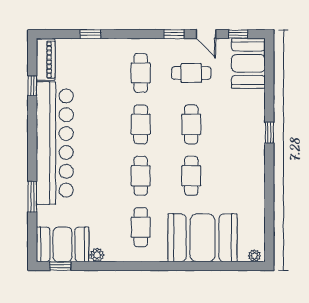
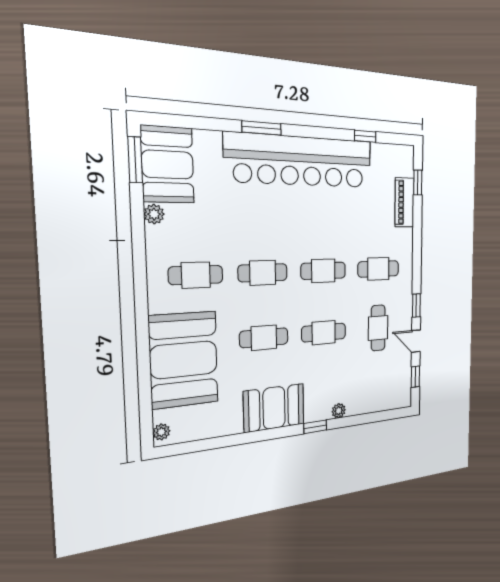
window: (91, 34) -> (418, 183), moved
door: (206, 34) -> (416, 341), hinge flipped
piano: (46, 60) -> (404, 202), moved, turned 90
booth: (248, 63) -> (274, 408), moved
plant: (259, 111) -> (339, 411), added
window: (32, 197) -> (262, 128), moved
window: (60, 266) -> (135, 160), width x1.50

